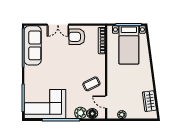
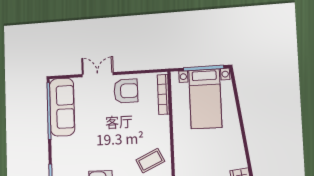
double door: (58, 25) -> (98, 75), swing flipped
armchair: (77, 37) -> (126, 91), turned 180

